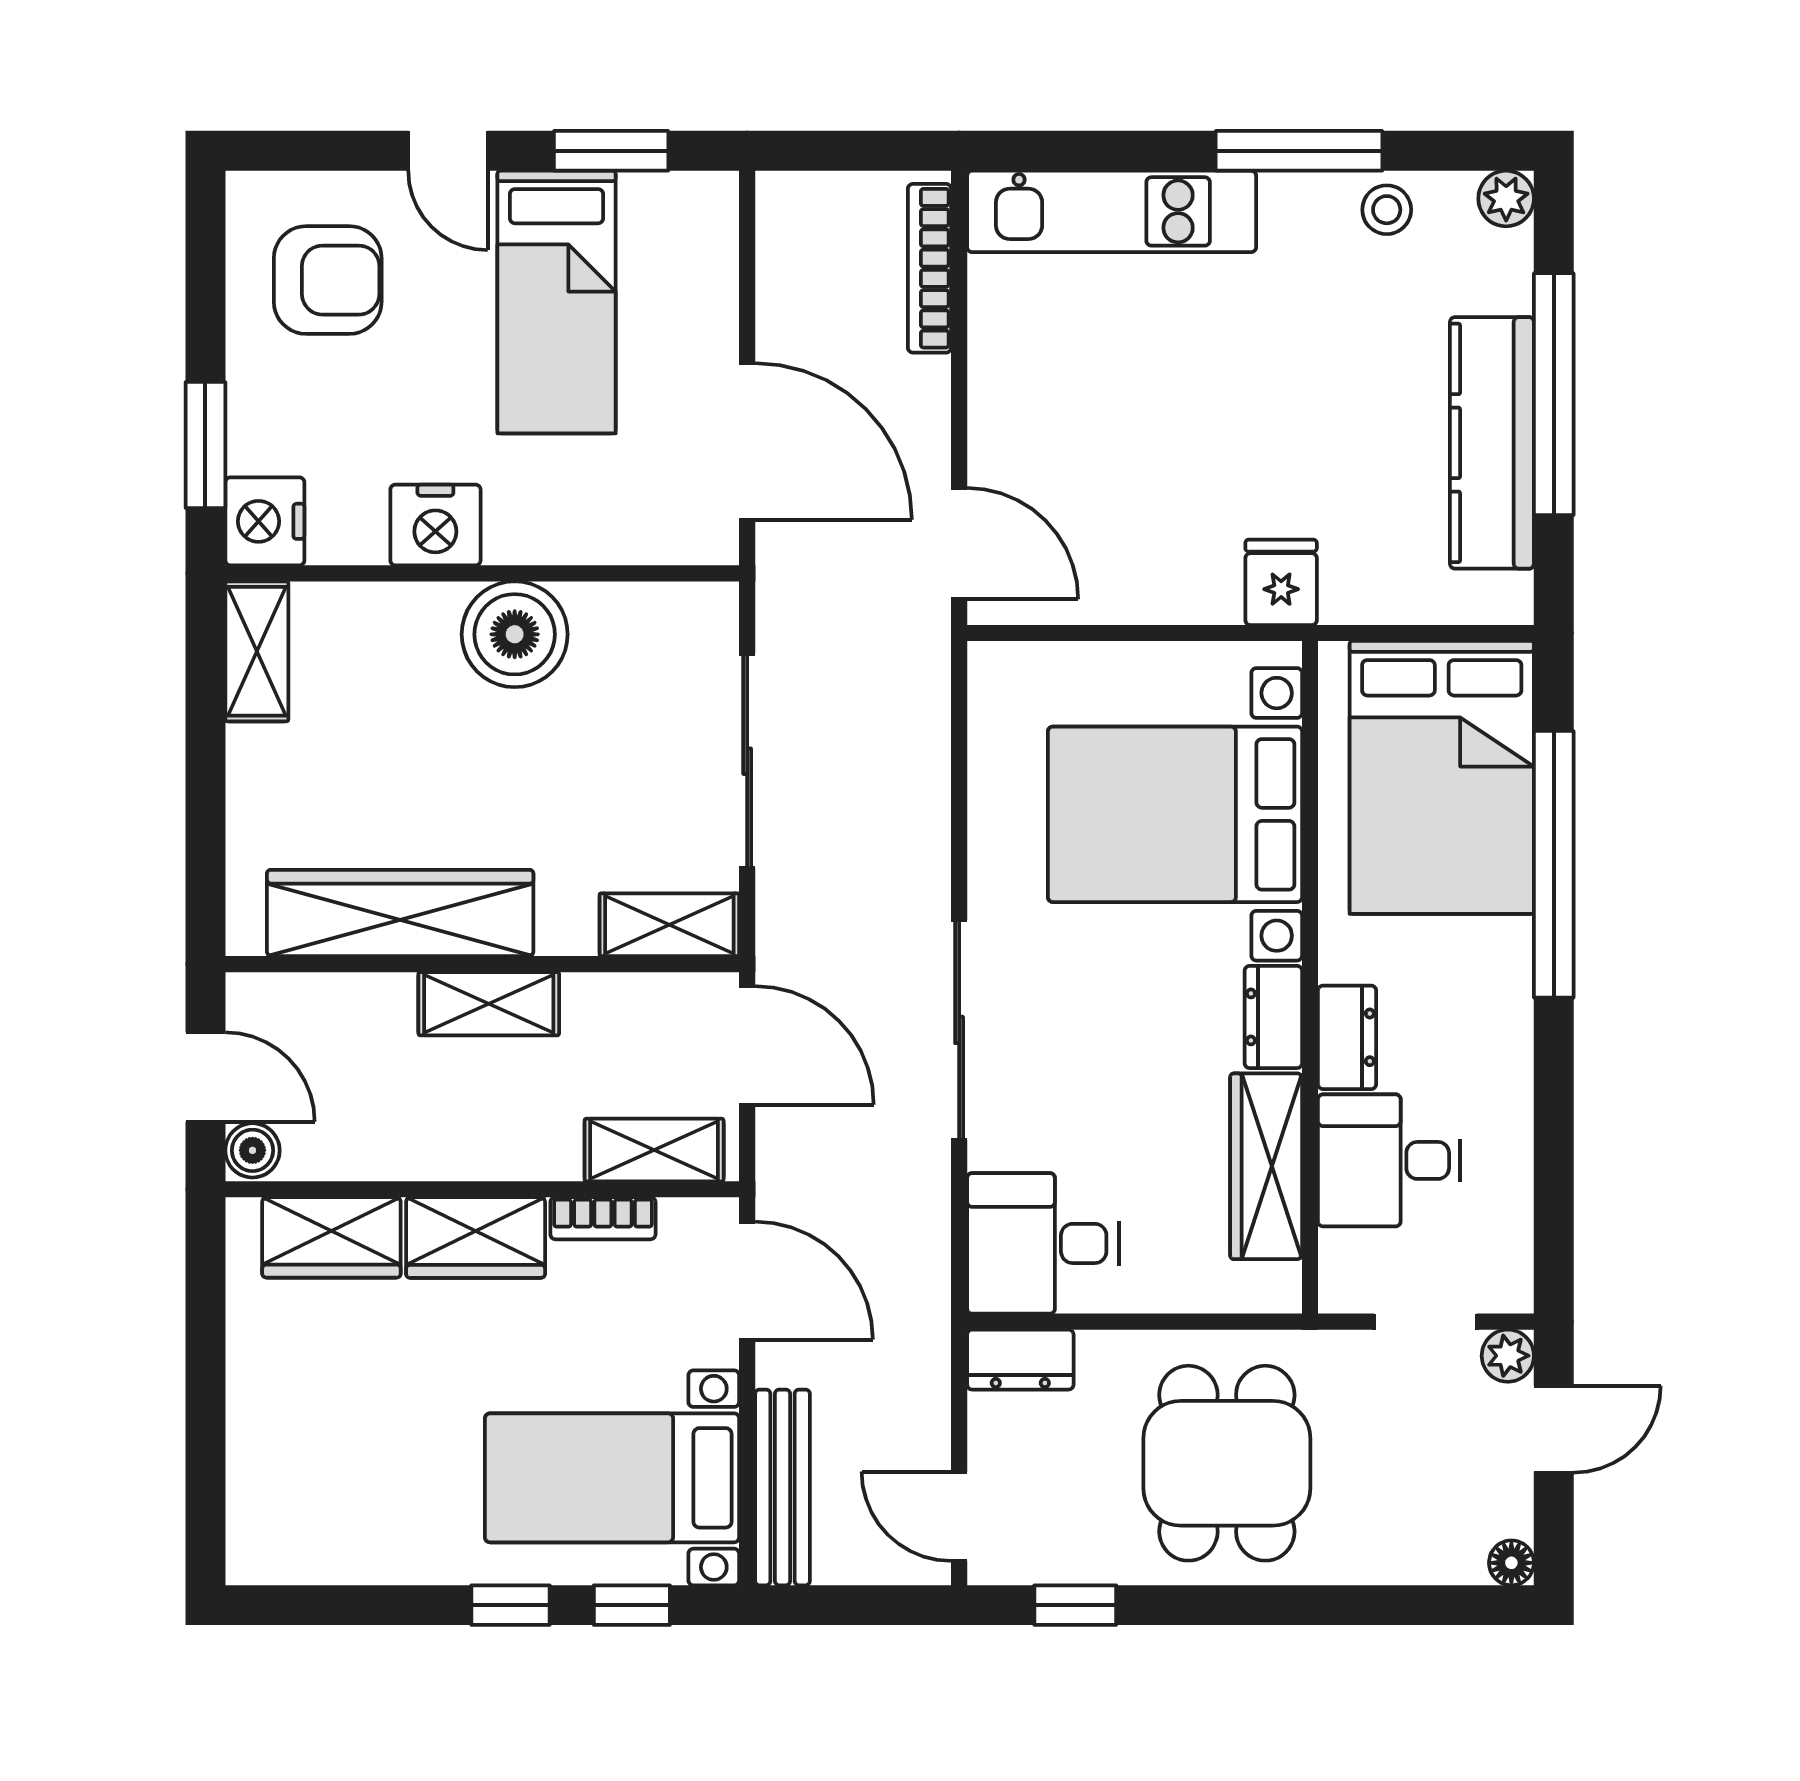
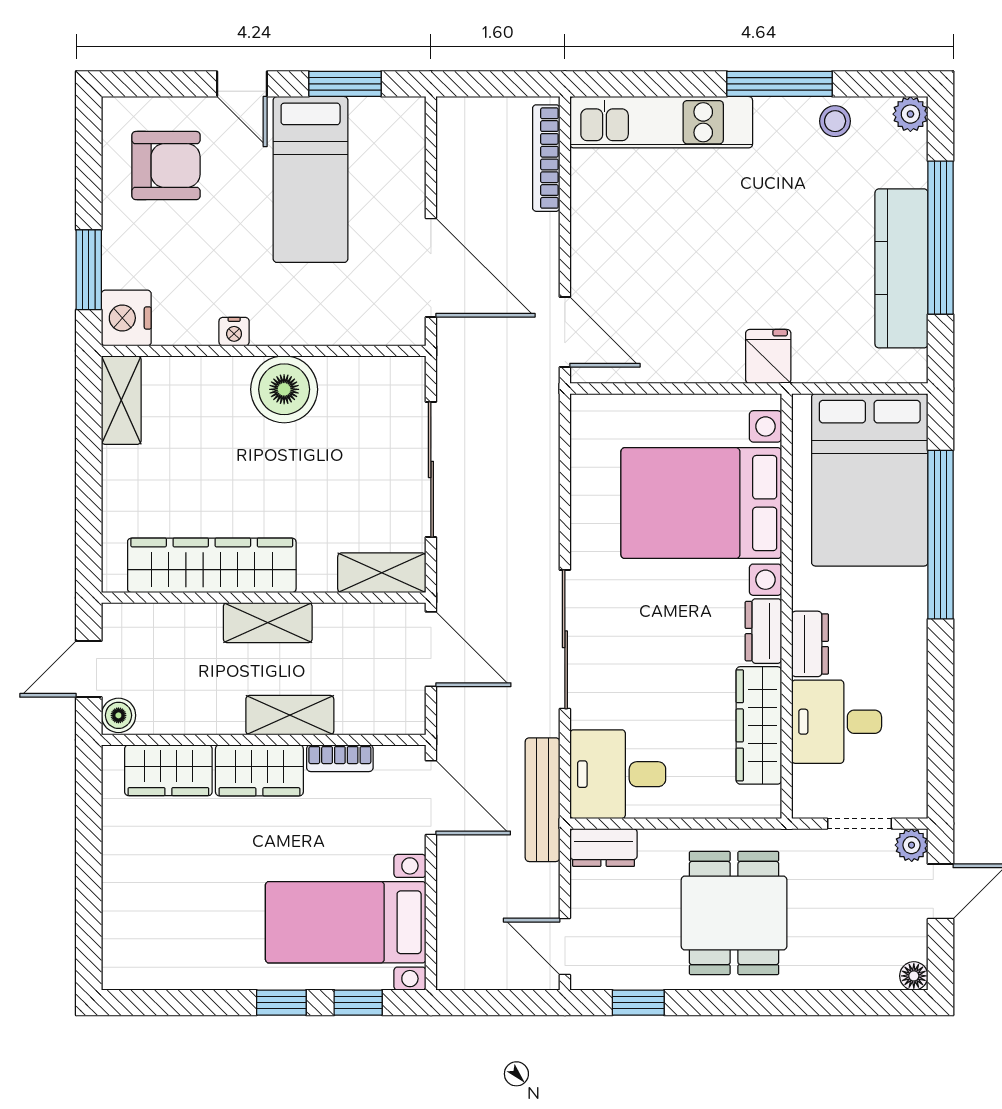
nightstand: (435, 525) -> (234, 332), width x0.53, depth x0.56
door: (205, 1077) -> (89, 669), swing flipped
shelving: (654, 1150) -> (290, 715), moved
bench: (782, 1487) -> (543, 800), moved

